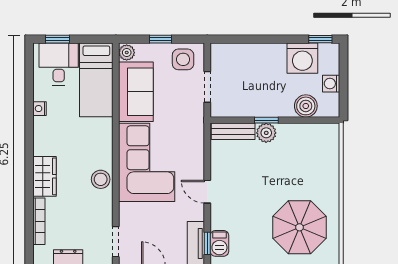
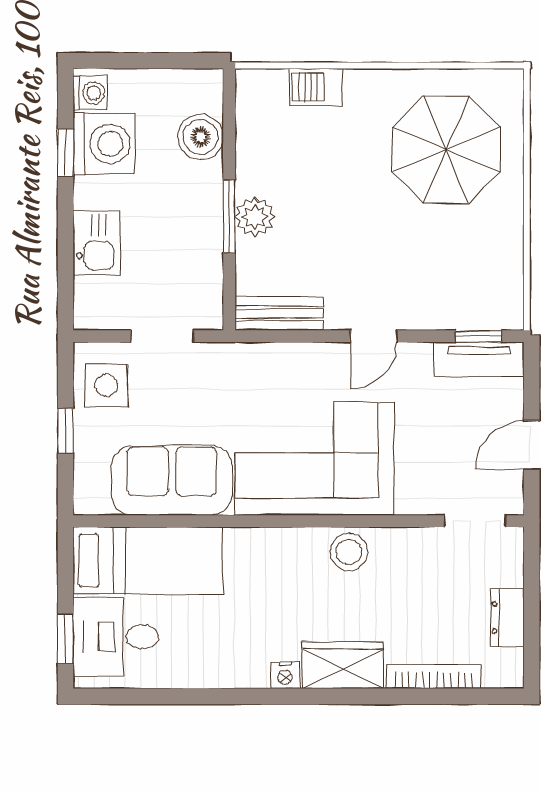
window: (320, 39) -> (66, 152), moved
plant: (127, 52) -> (92, 499), removed
kitchen sink: (254, 55) -> (97, 243), added
washing machine: (331, 84) -> (90, 93), moved, turned -90
nightstand: (40, 109) -> (285, 675), moved
window: (266, 120) -> (229, 217), width x1.50
bench: (233, 131) -> (279, 314), moved, turned 90
barbecue: (219, 243) -> (316, 87), moved, turned 180

